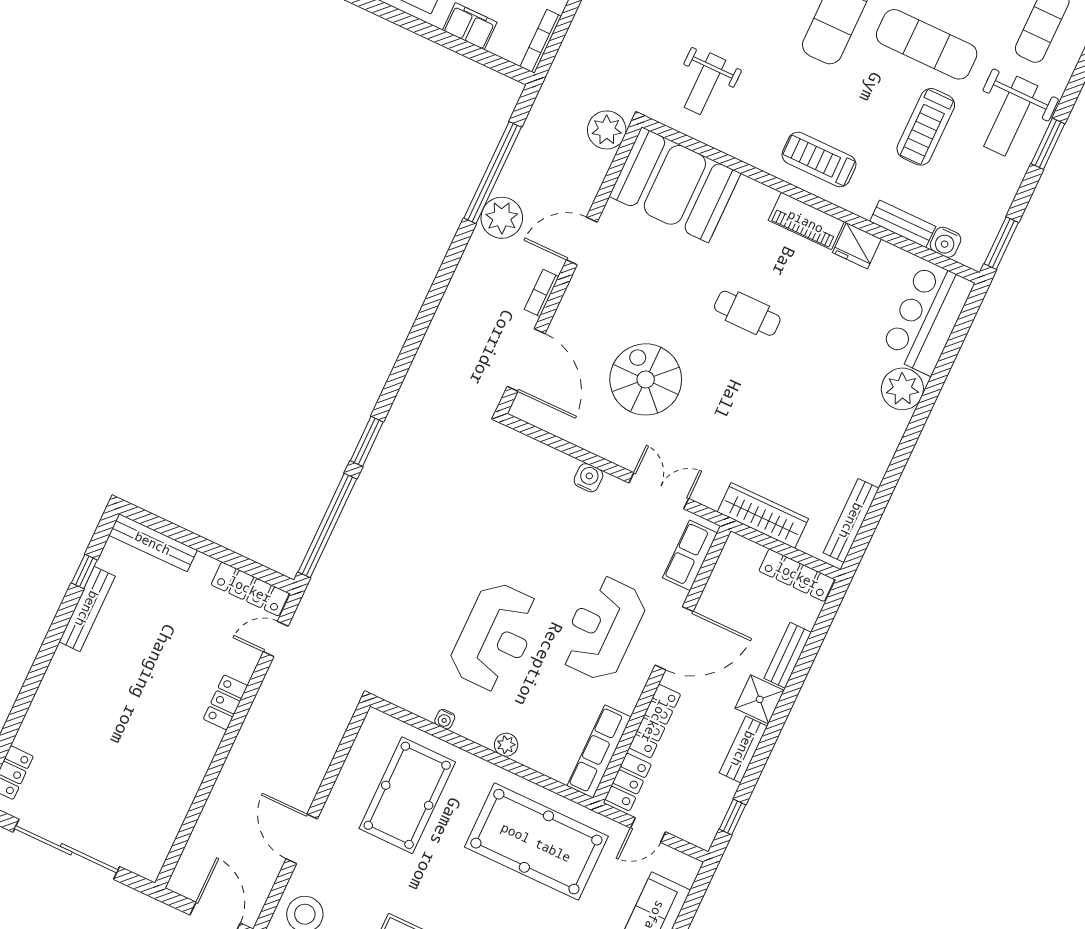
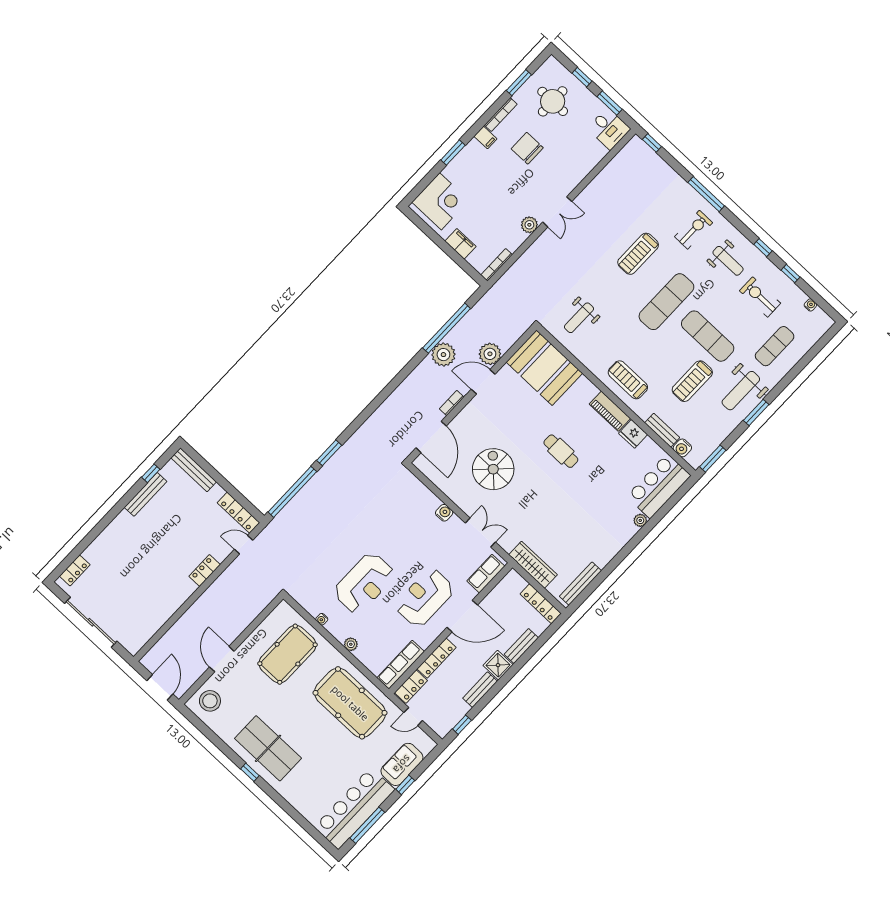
plant: (607, 130) -> (490, 354), moved
plant: (902, 389) -> (640, 520), width x0.53, depth x0.53

